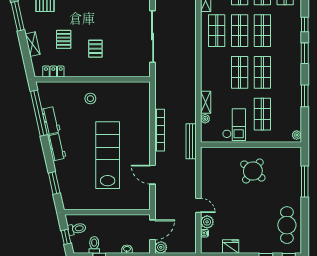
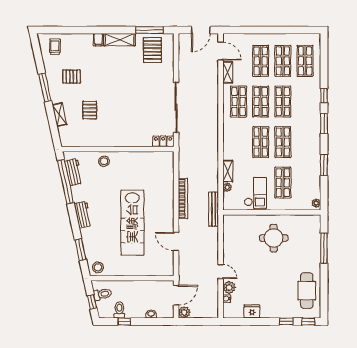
pallet: (95, 49) -> (121, 119), removed
locker: (53, 72) -> (163, 141), moved
stool: (90, 99) -> (104, 161), moved
workbench: (51, 121) -> (74, 172), moved
lab bench: (108, 155) -> (132, 223), turned 180
round table: (253, 171) -> (274, 238), turned -38
stool: (72, 201) -> (98, 267), added

